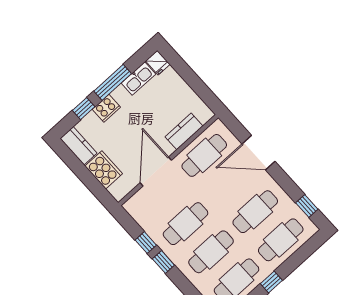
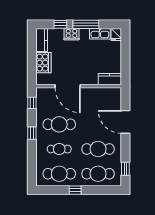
kitchen counter: (184, 131) -> (110, 79), moved
cafe table: (204, 155) -> (98, 100), removed
door: (156, 172) -> (68, 86), swing flipped
window: (146, 243) -> (32, 103), moved
cafe table: (211, 252) -> (59, 149), width x0.73, depth x0.74

